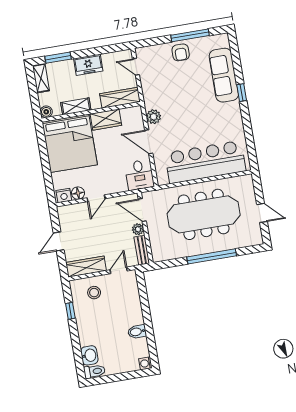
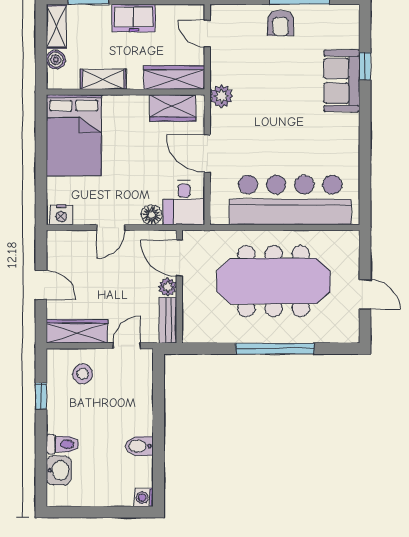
sofa: (224, 75) -> (342, 81), width x0.73
window: (242, 93) -> (365, 66), moved
boiler: (46, 112) -> (56, 60), moved
plant: (153, 117) -> (221, 96), moved
wardrobe: (106, 120) -> (173, 108), moved
bed: (70, 143) -> (74, 135), width x0.73
floor lamp: (78, 193) -> (152, 215), moved
door: (59, 241) -> (41, 285), swing flipped
toilet: (94, 371) -> (63, 444), moved

